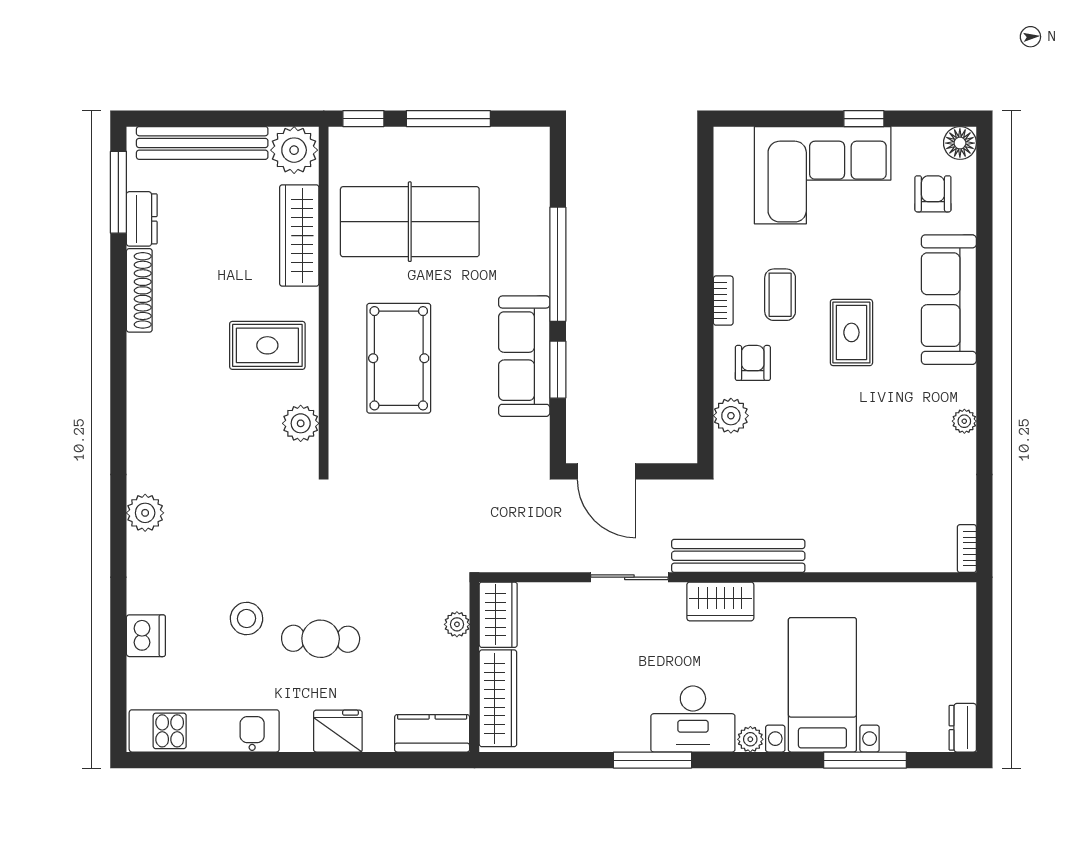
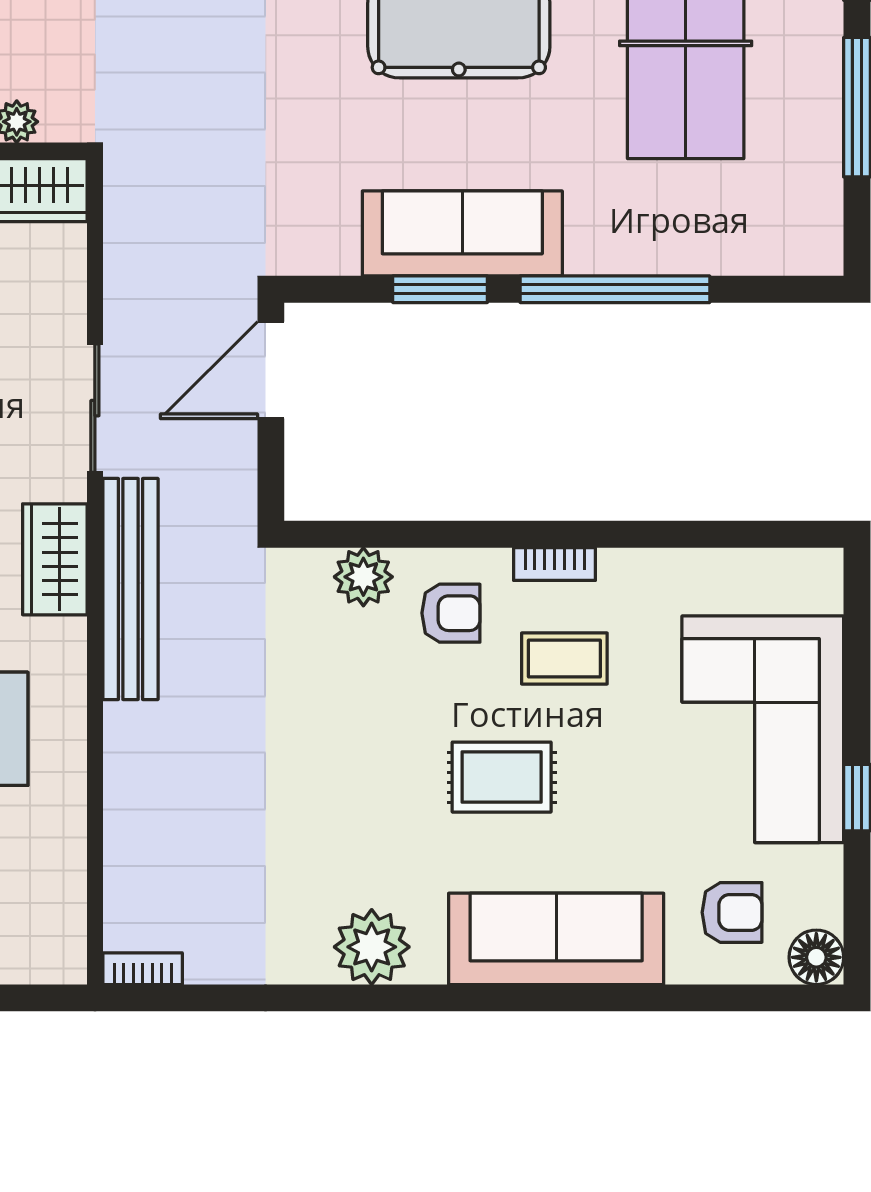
plant: (964, 421) -> (372, 947), width x1.88, depth x1.88

